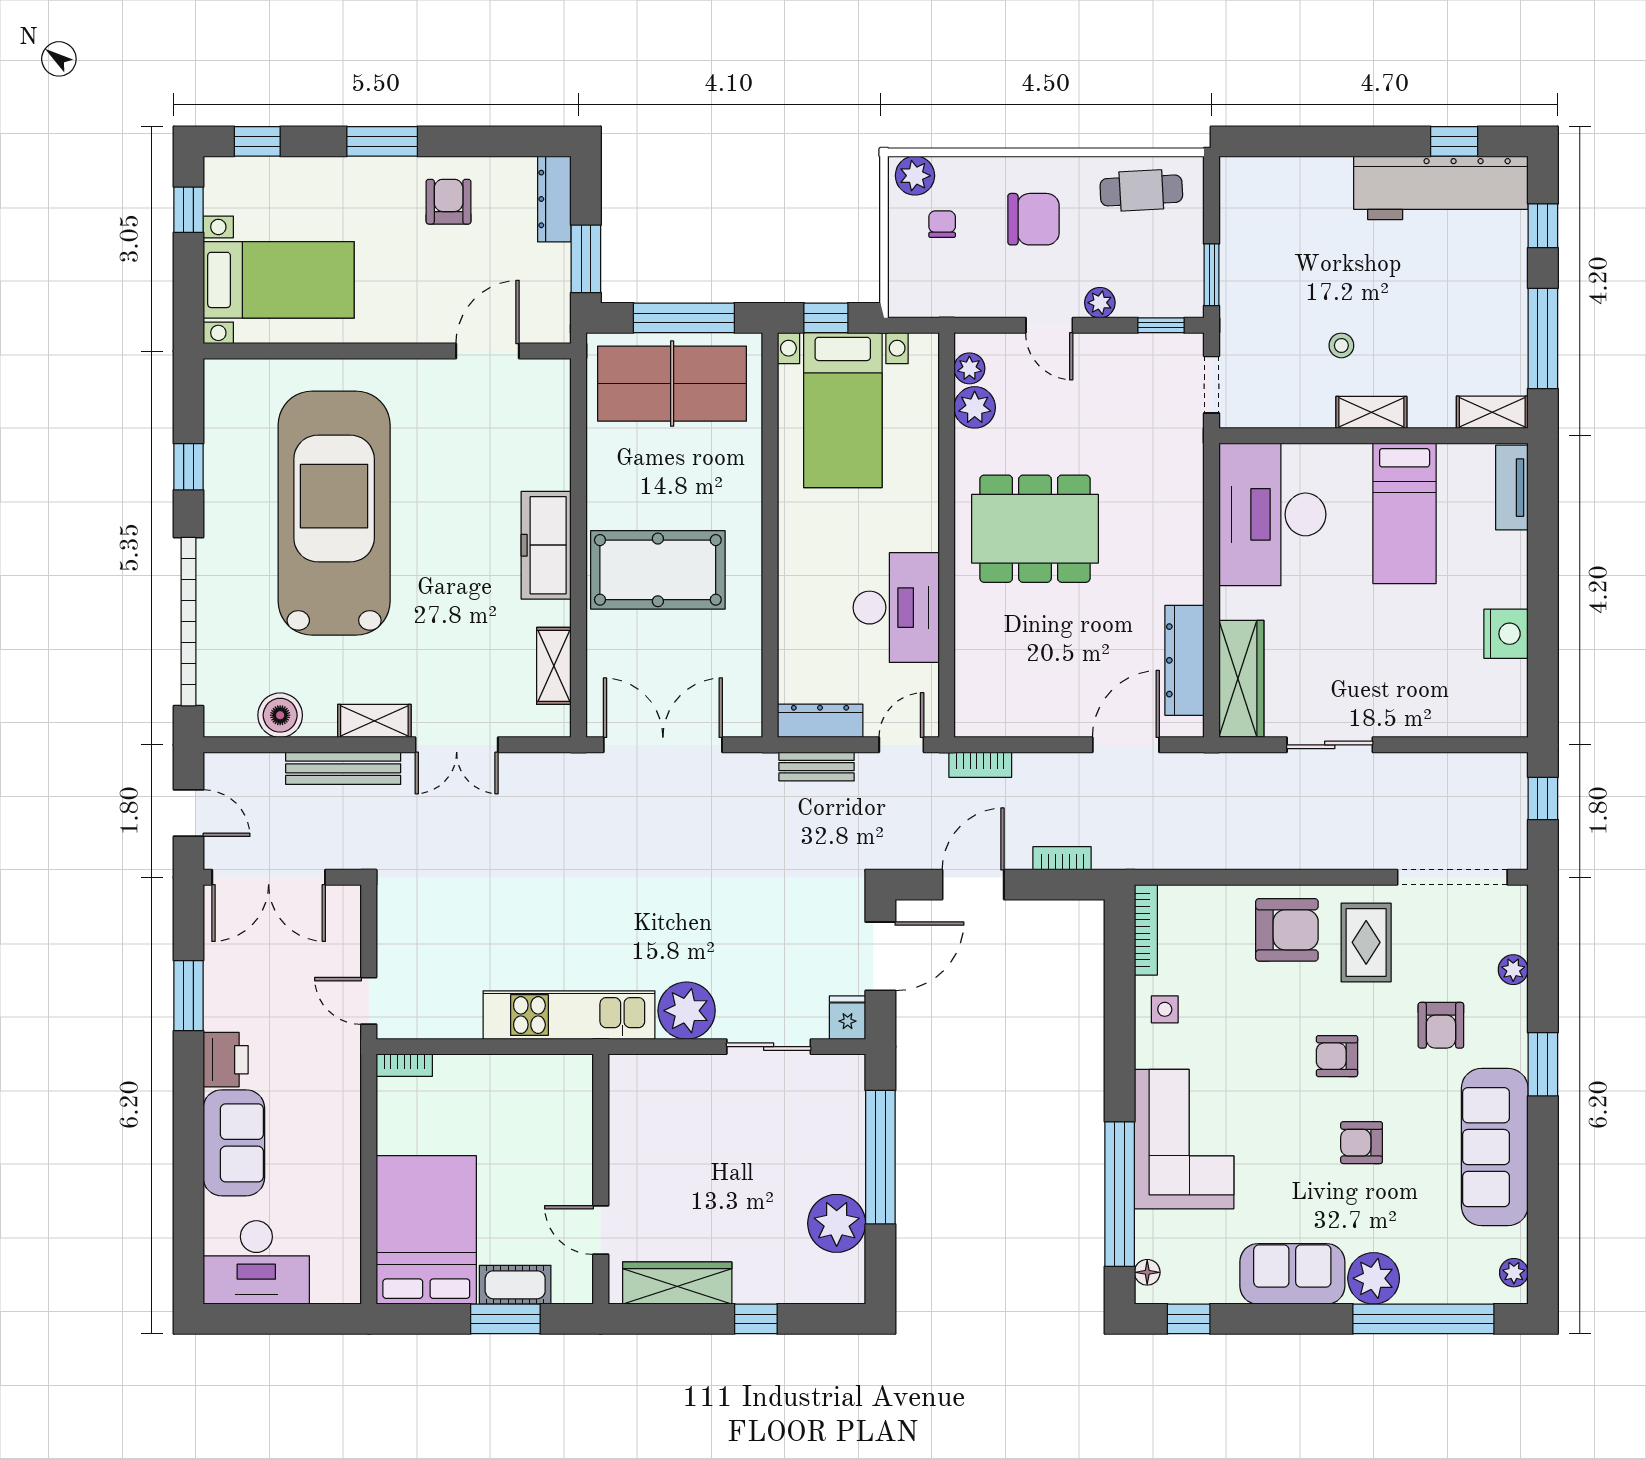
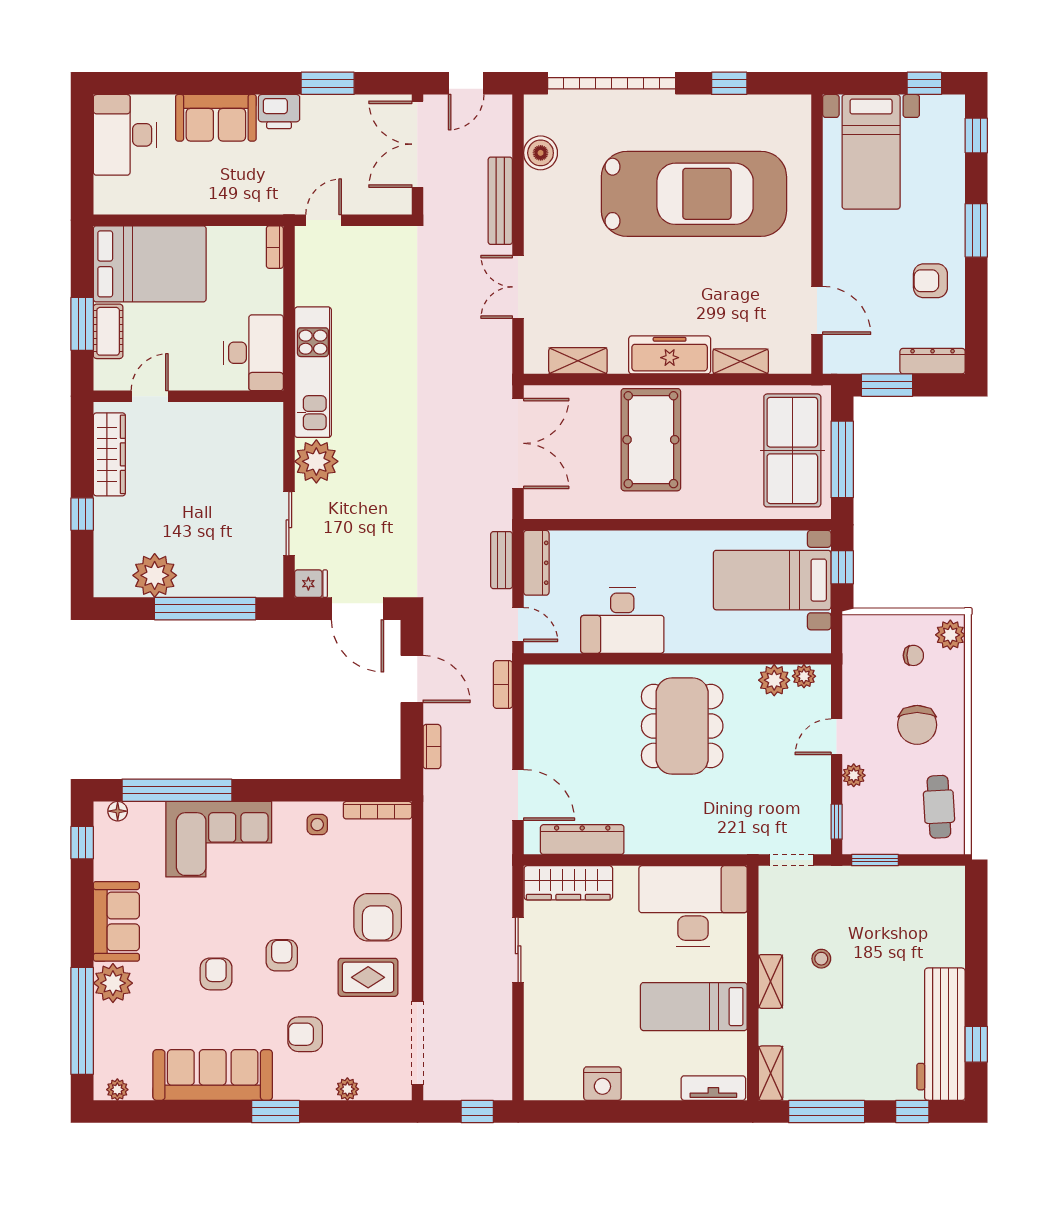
armchair: (449, 202) -> (930, 281), turned 180
shelving: (374, 721) -> (741, 361), moved, turned 90
desk: (543, 1093) -> (254, 353), added

